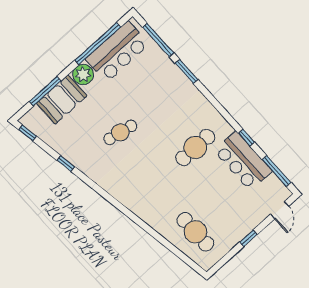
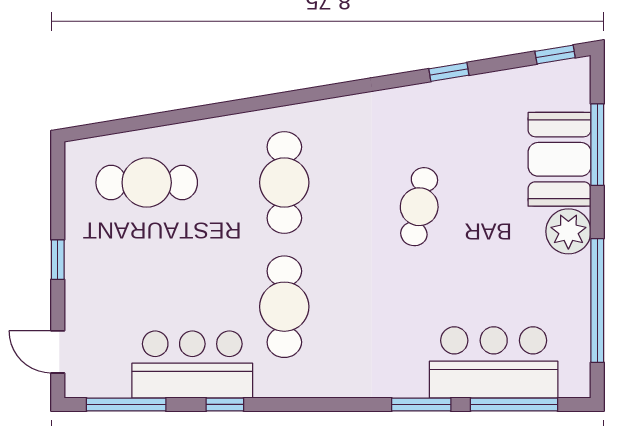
bar counter: (117, 52) -> (494, 362), moved, turned 90
cafe table: (153, 185) -> (284, 183), added

